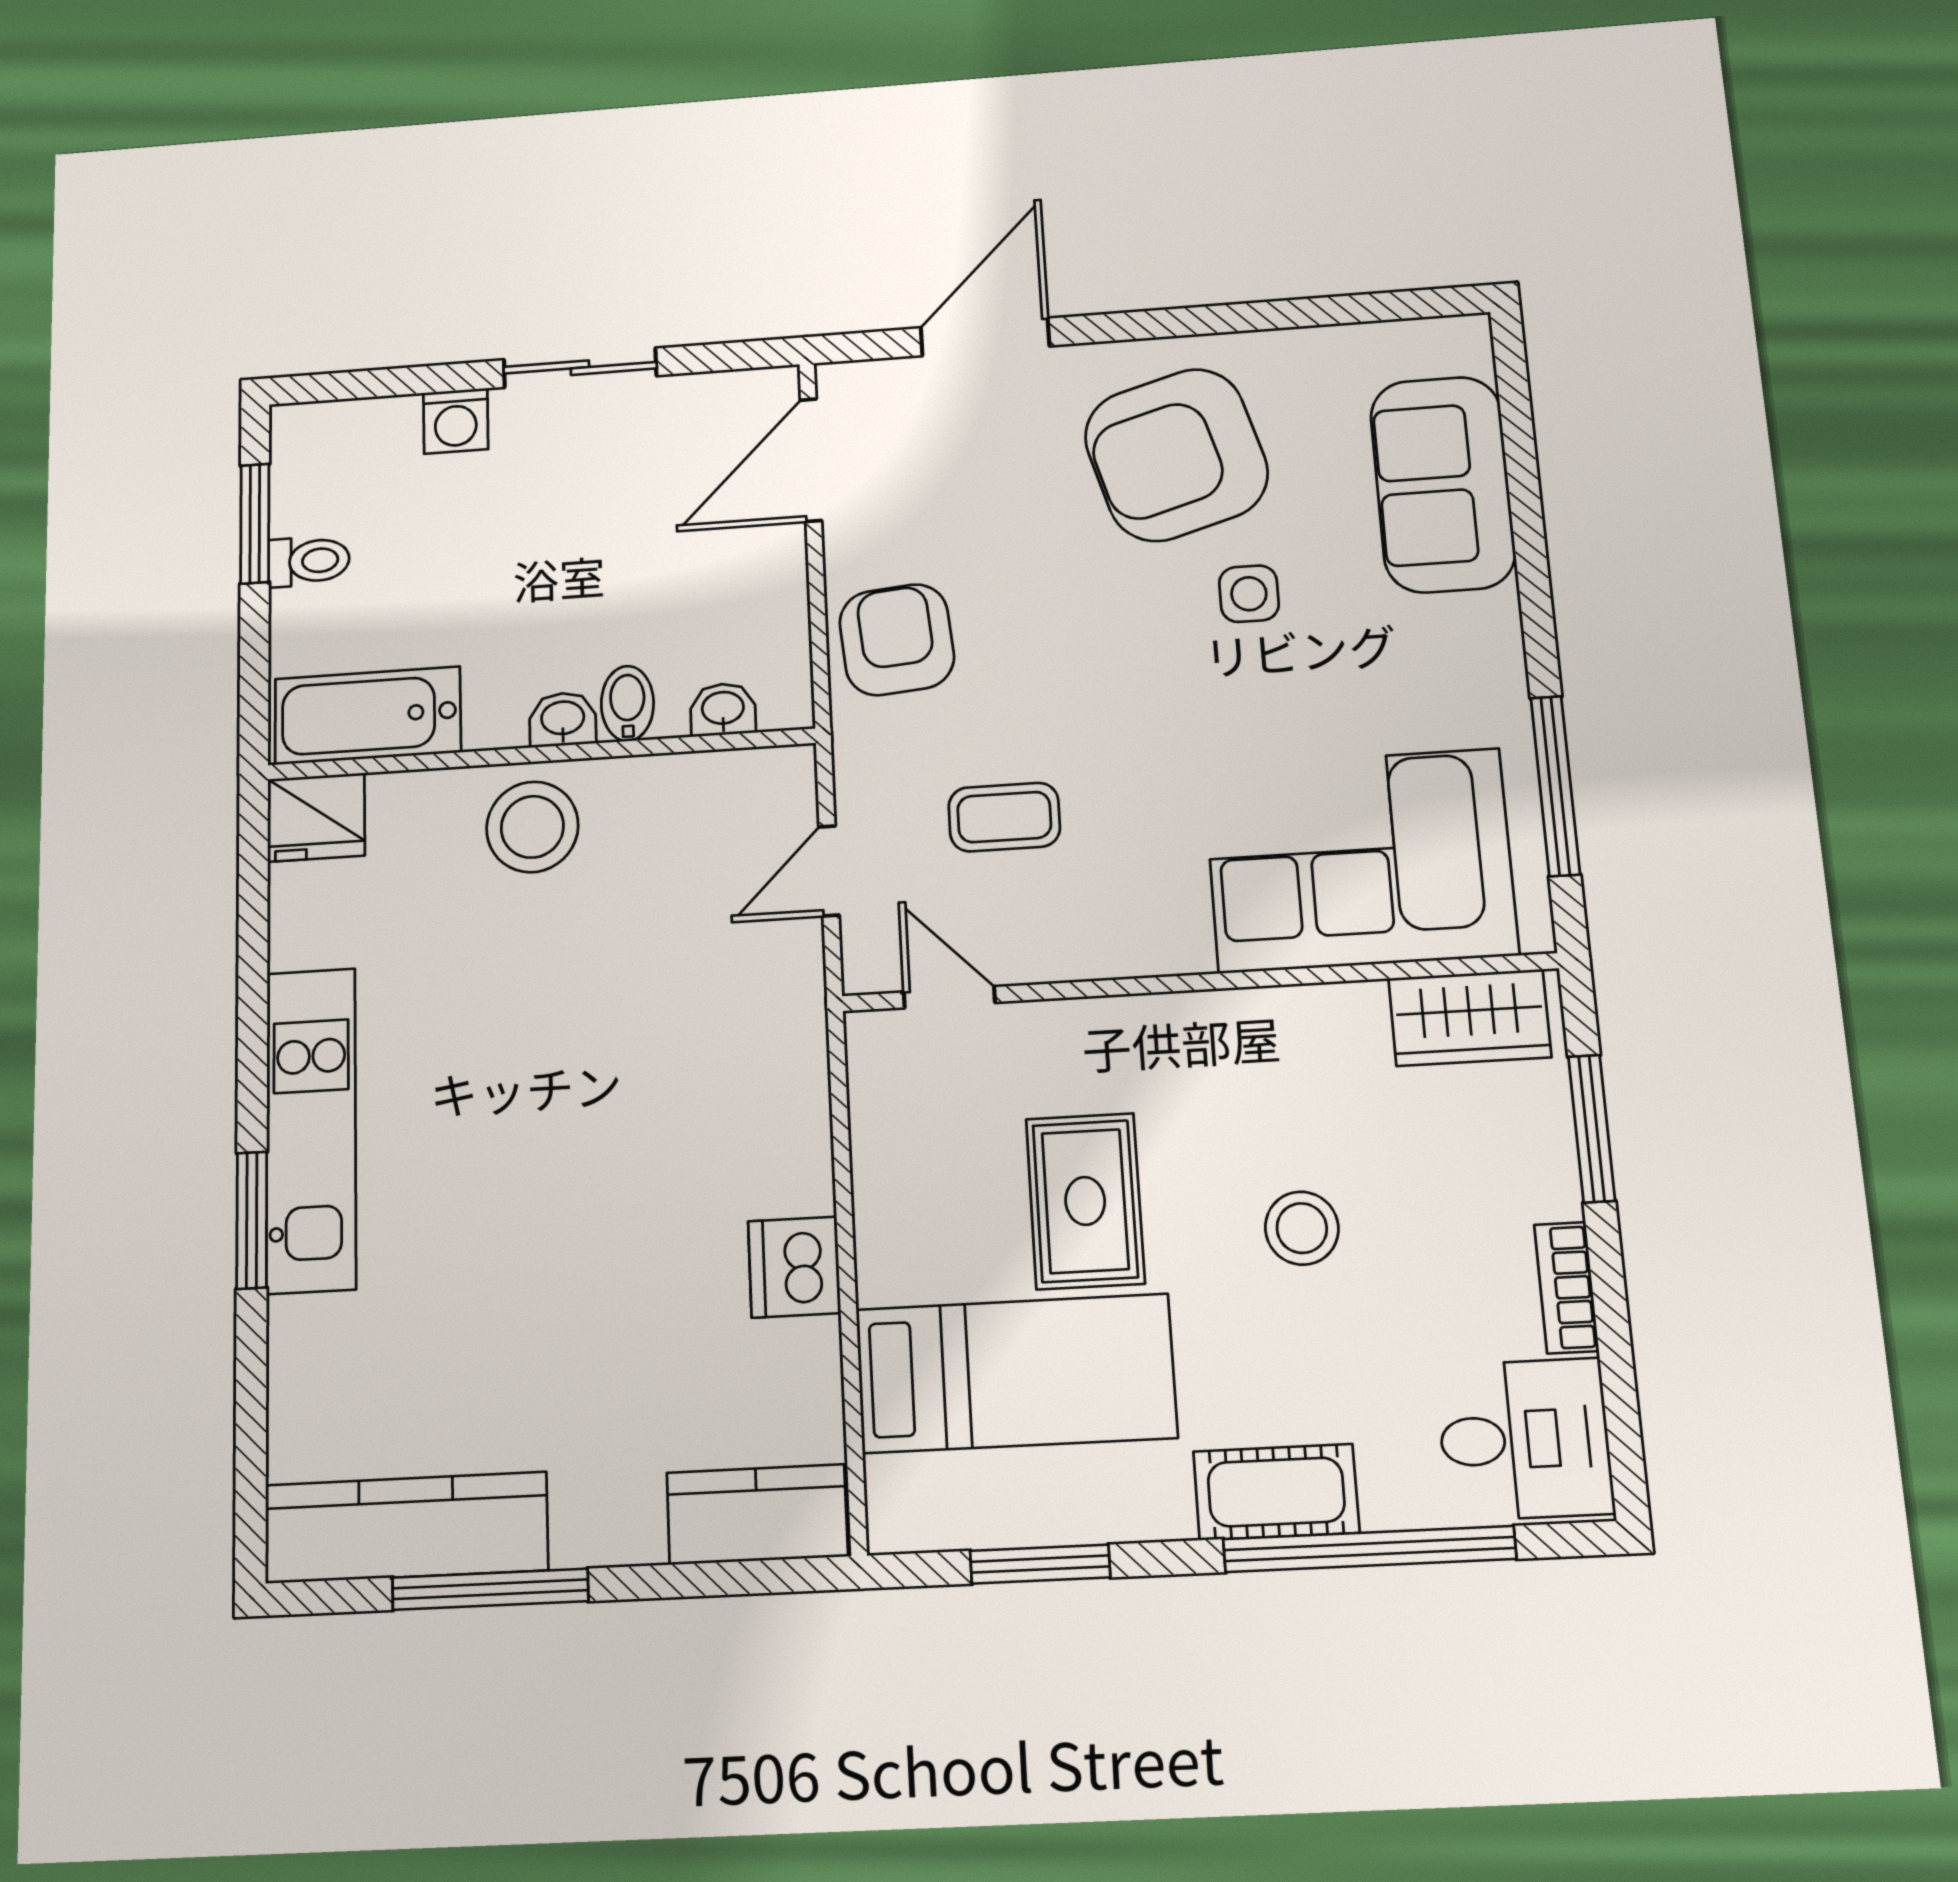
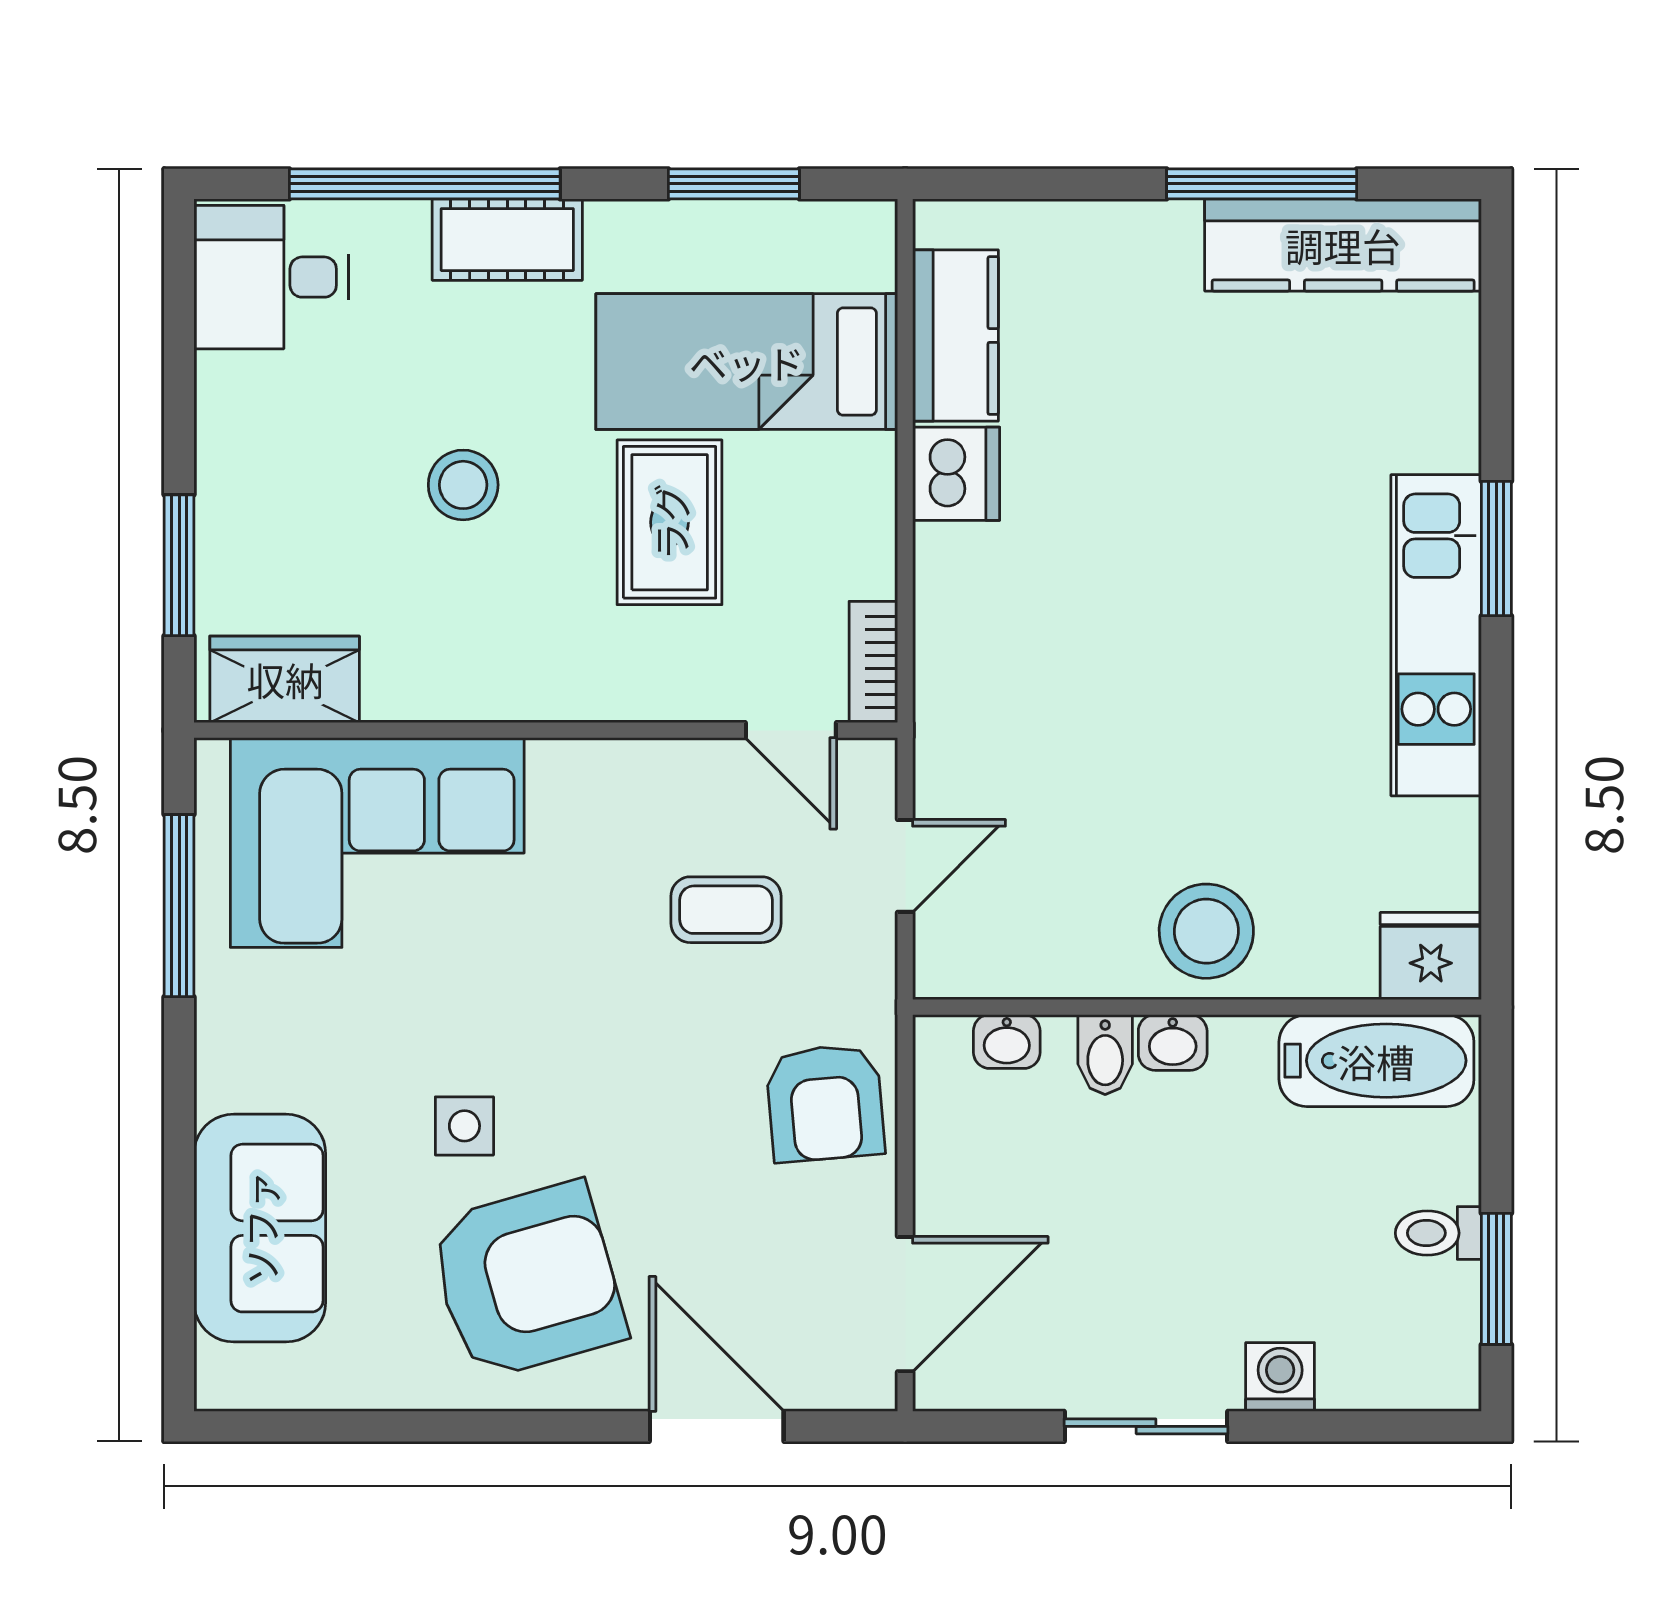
door: (985, 337) -> (717, 1426), swing flipped
bookcase: (1566, 1288) -> (873, 662), moved, turned 180
kitchen counter: (757, 1514) -> (955, 335), moved, turned -90

